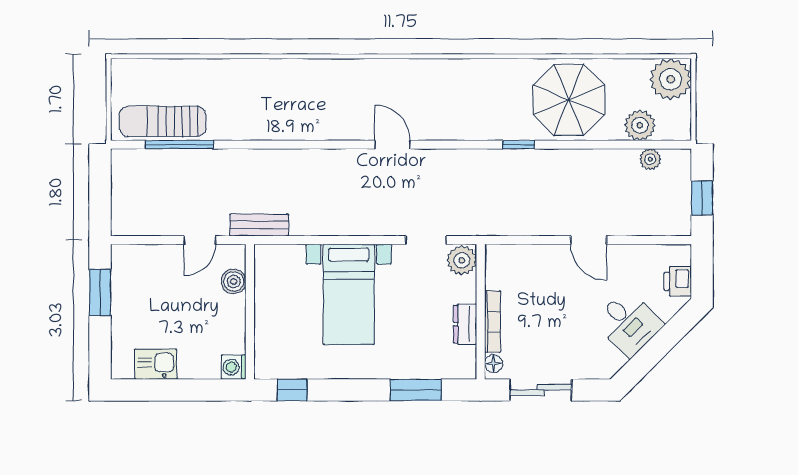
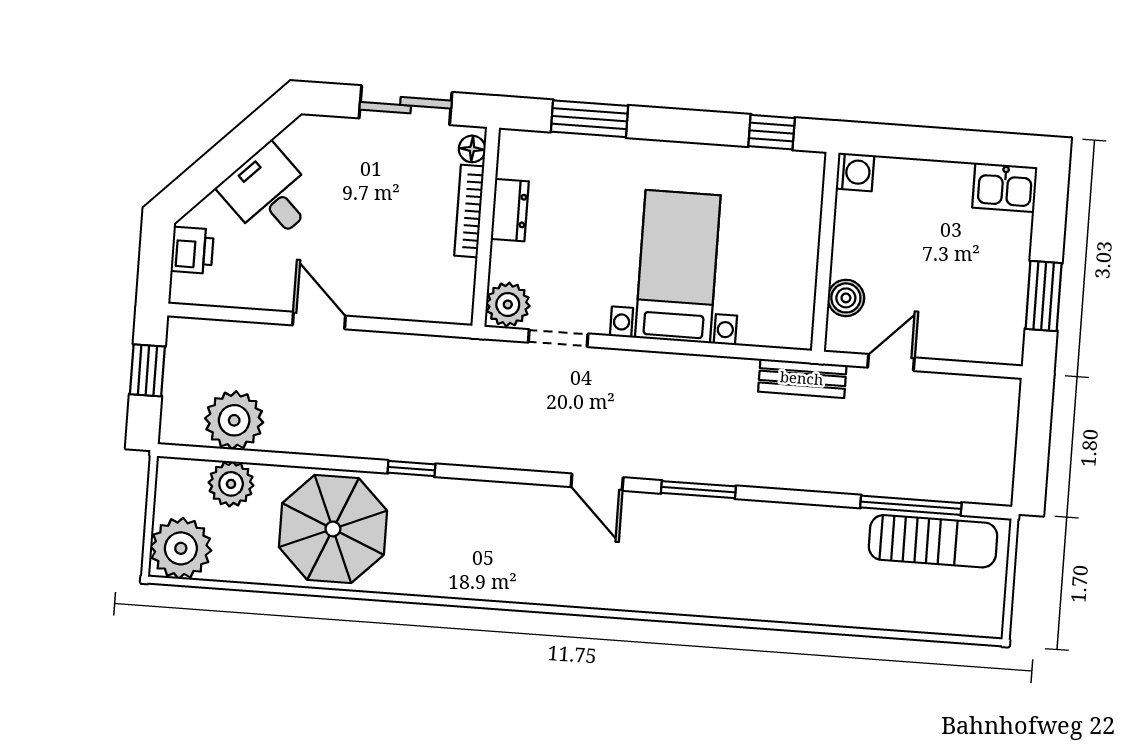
window: (324, 145) -> (698, 490), added
plant: (650, 159) -> (234, 420), width x1.87, depth x1.87
kitchen sink: (156, 364) -> (1005, 187), moved

